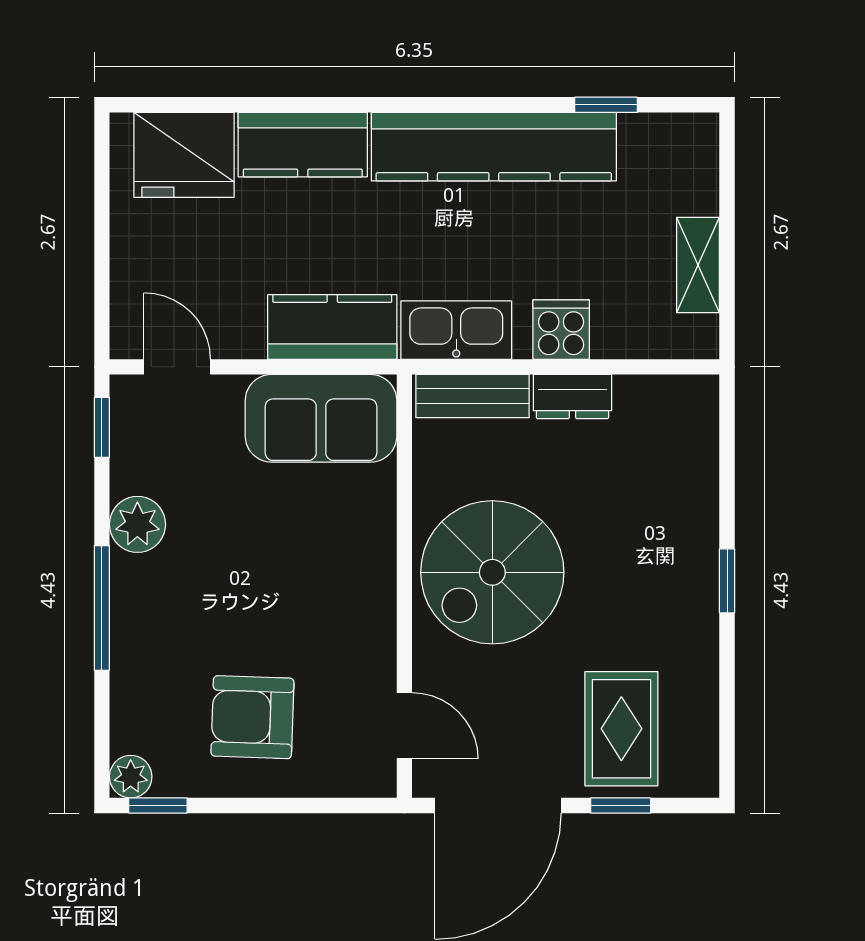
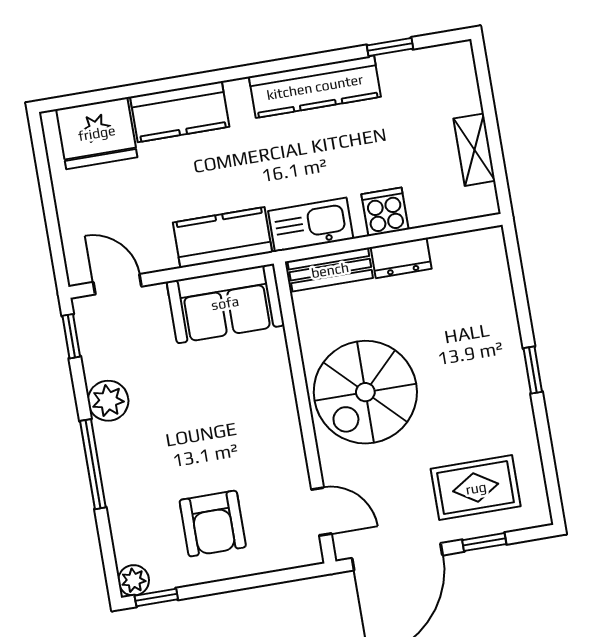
kitchen counter: (494, 147) -> (315, 87), width x0.72, depth x0.86
armchair: (252, 717) -> (213, 524), turned -92
rug: (621, 729) -> (476, 488), turned 90

